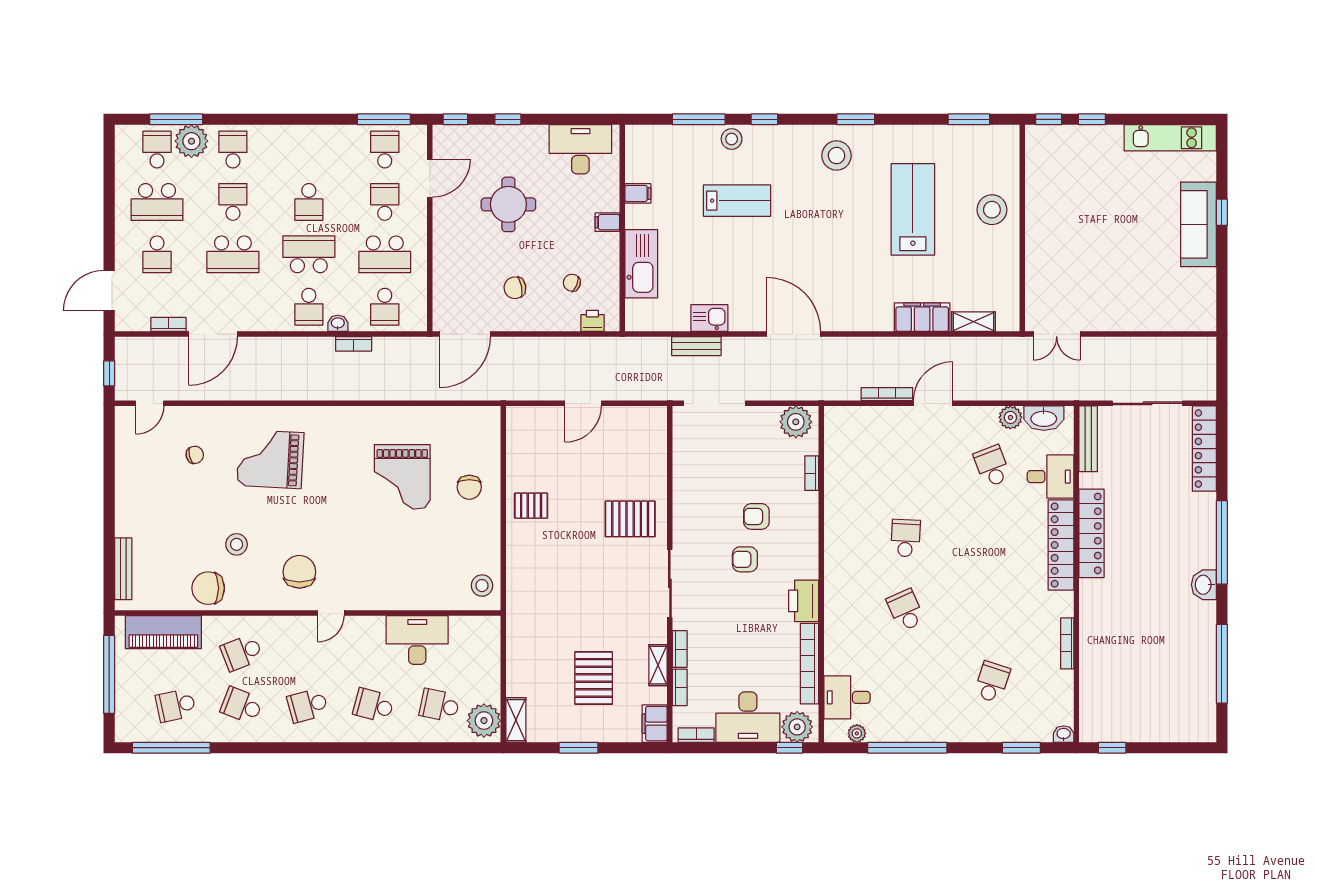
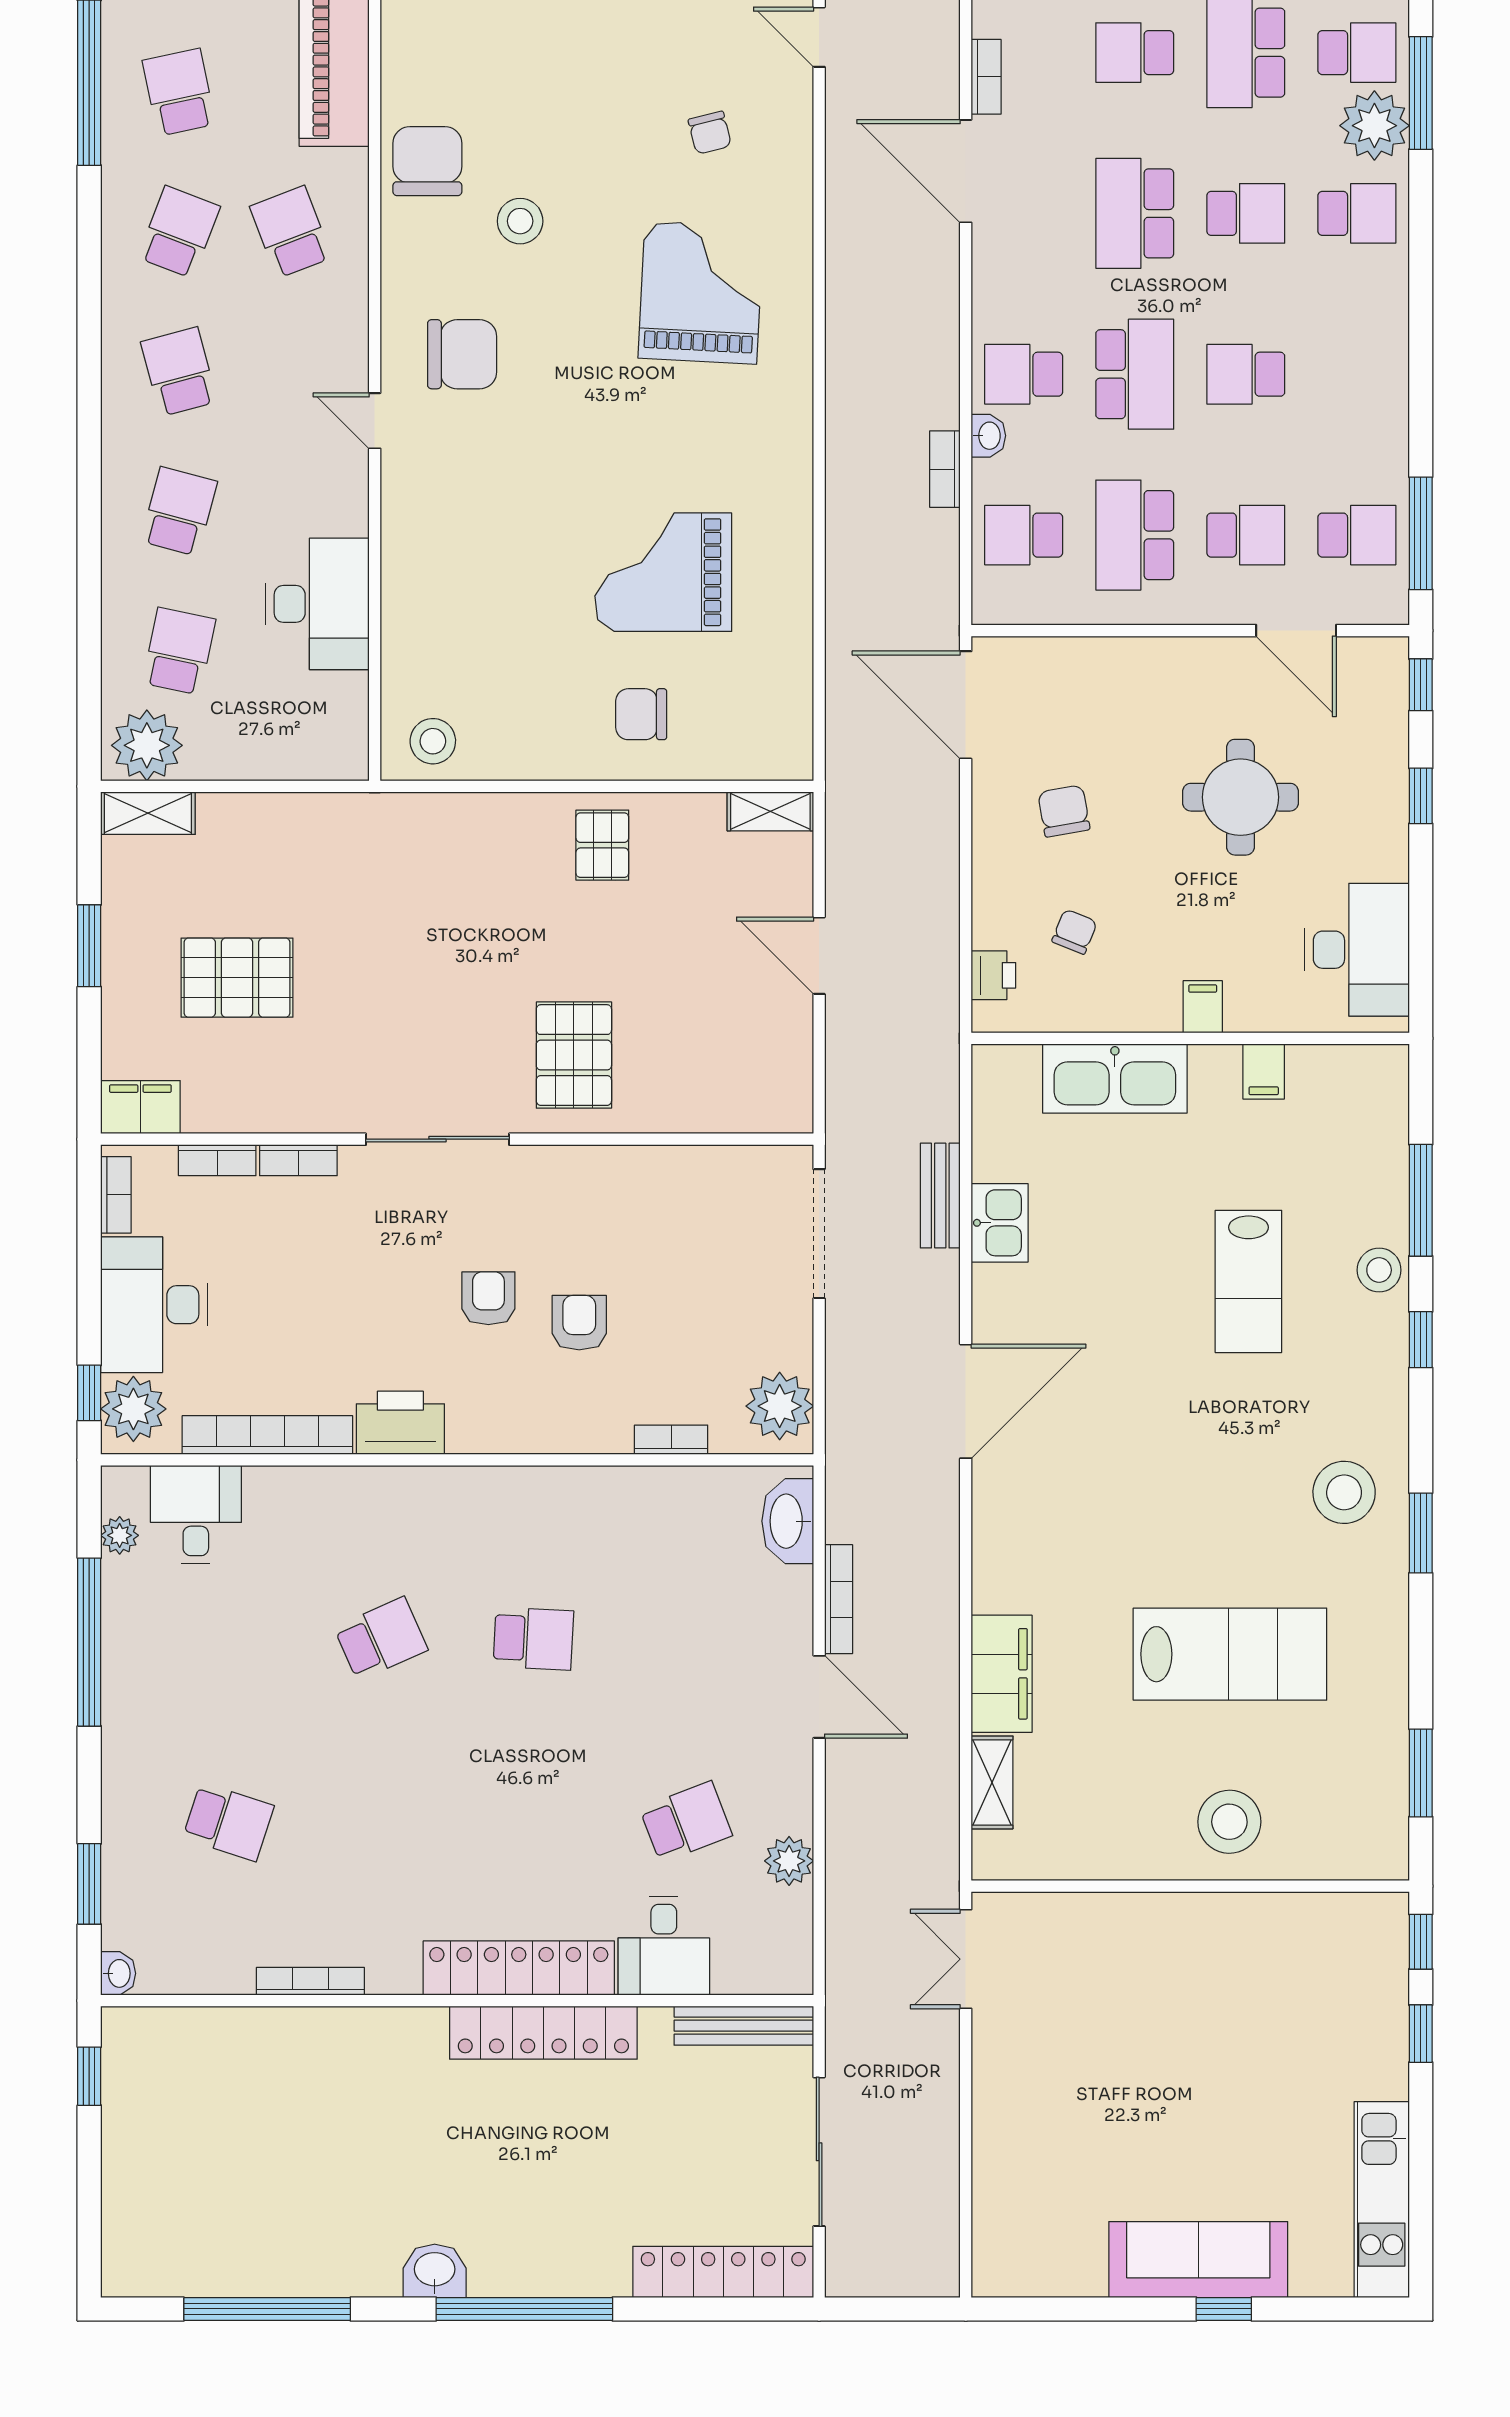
washbasin: (1044, 418) -> (788, 1521), moved
shelving: (658, 665) -> (770, 811), moved

